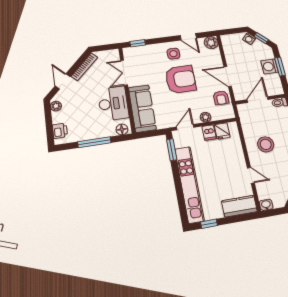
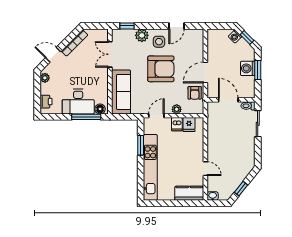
door: (188, 37) -> (176, 26), hinge flipped
plant: (211, 43) -> (142, 35), moved
door: (228, 76) -> (205, 72), hinge flipped
door: (63, 81) -> (53, 55), hinge flipped
door: (258, 100) -> (228, 100), hinge flipped
desk: (113, 103) -> (78, 102), moved, turned 90
window: (94, 142) -> (86, 117), moved
stool: (266, 144) -> (225, 143), removed
window: (172, 150) -> (141, 145), moved
window: (209, 224) -> (160, 203), removed

